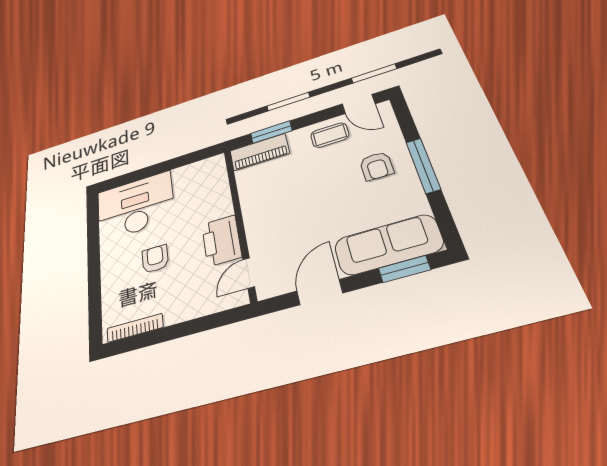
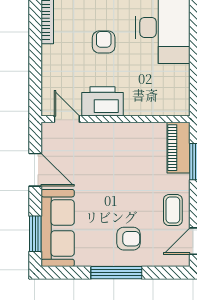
armchair: (377, 166) -> (128, 239), turned 180
armchair: (155, 259) -> (104, 42), turned -90

